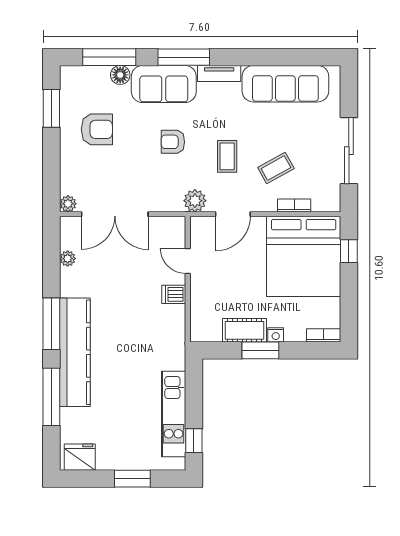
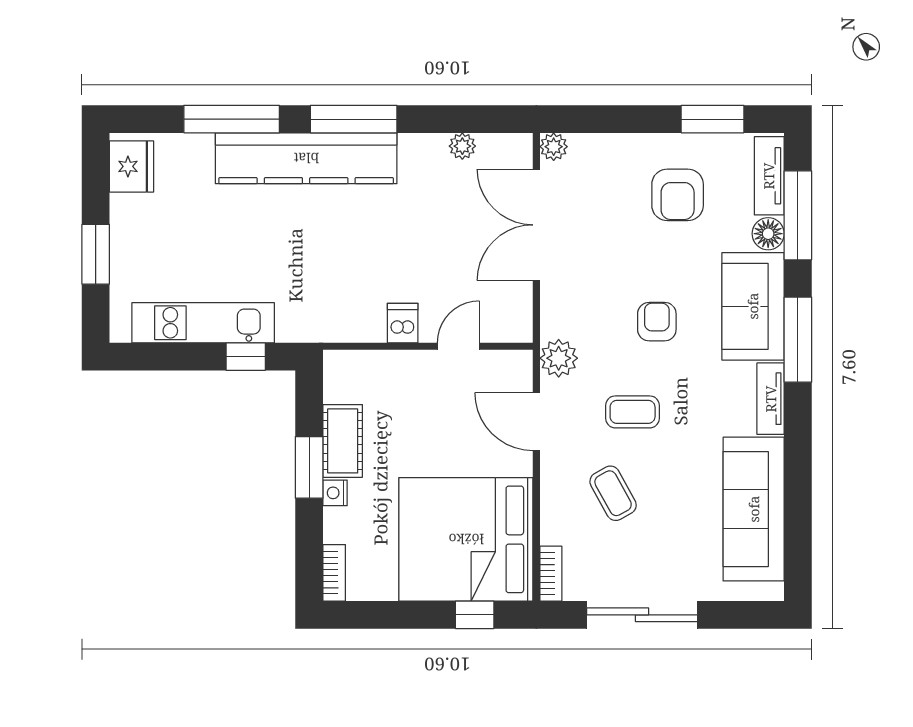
tv unit: (85, 74) -> (769, 176), added
bookcase: (294, 205) -> (551, 574), moved
window: (194, 441) -> (246, 357), moved

